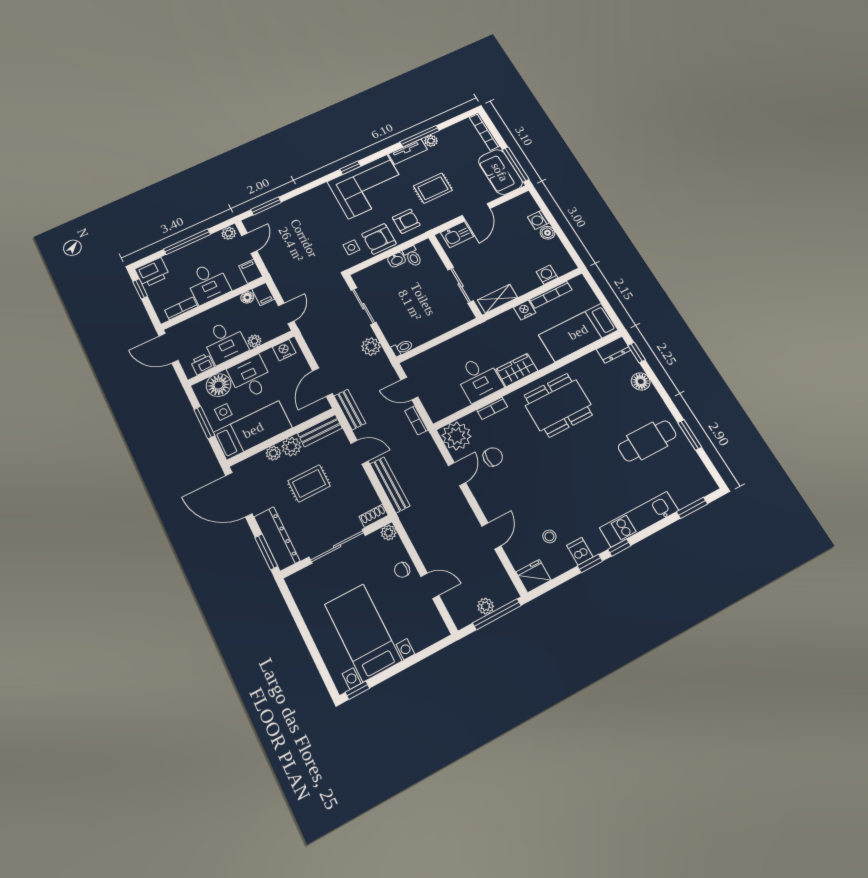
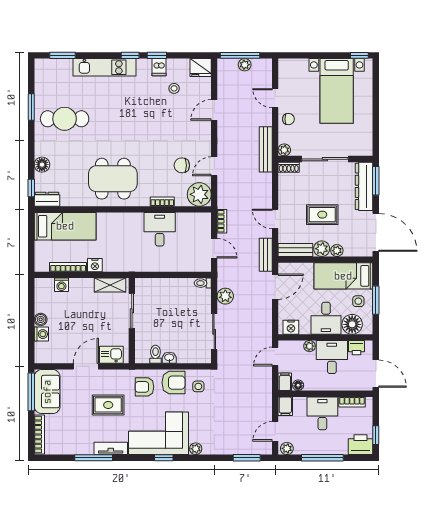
plant: (431, 141) -> (196, 449), moved
wardrobe: (517, 370) -> (128, 221), removed
bench: (390, 485) -> (266, 149), moved

